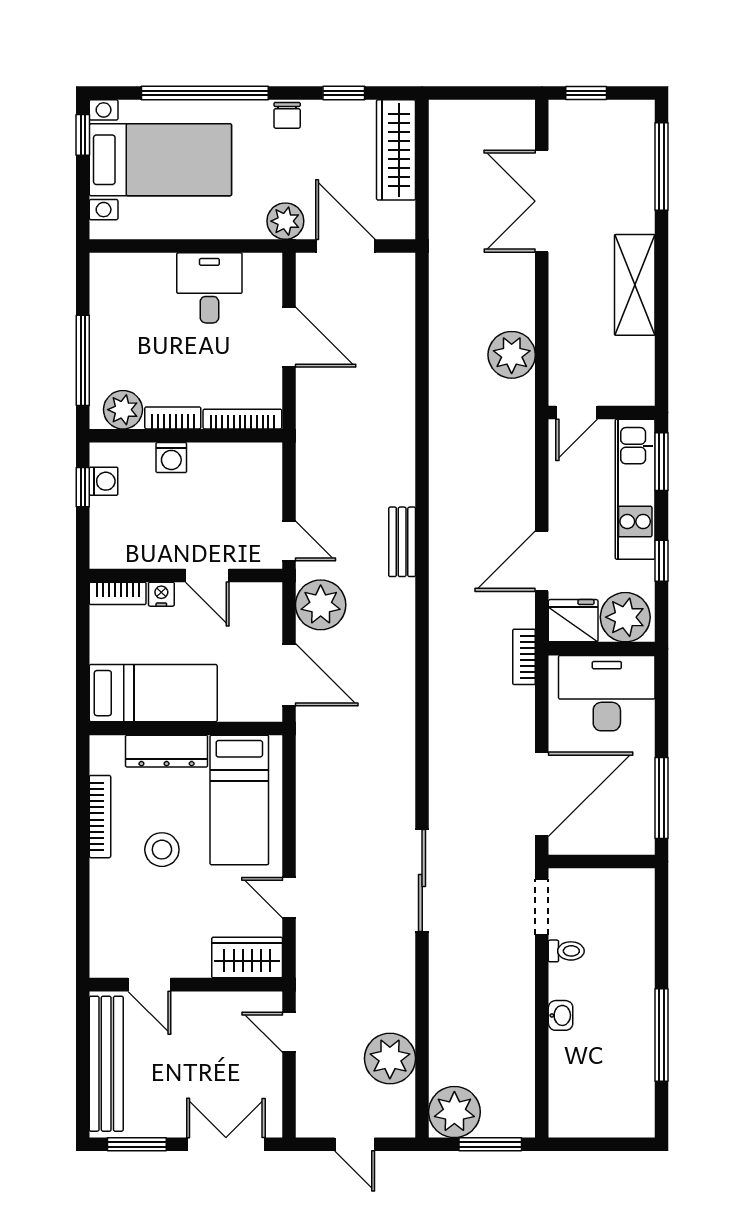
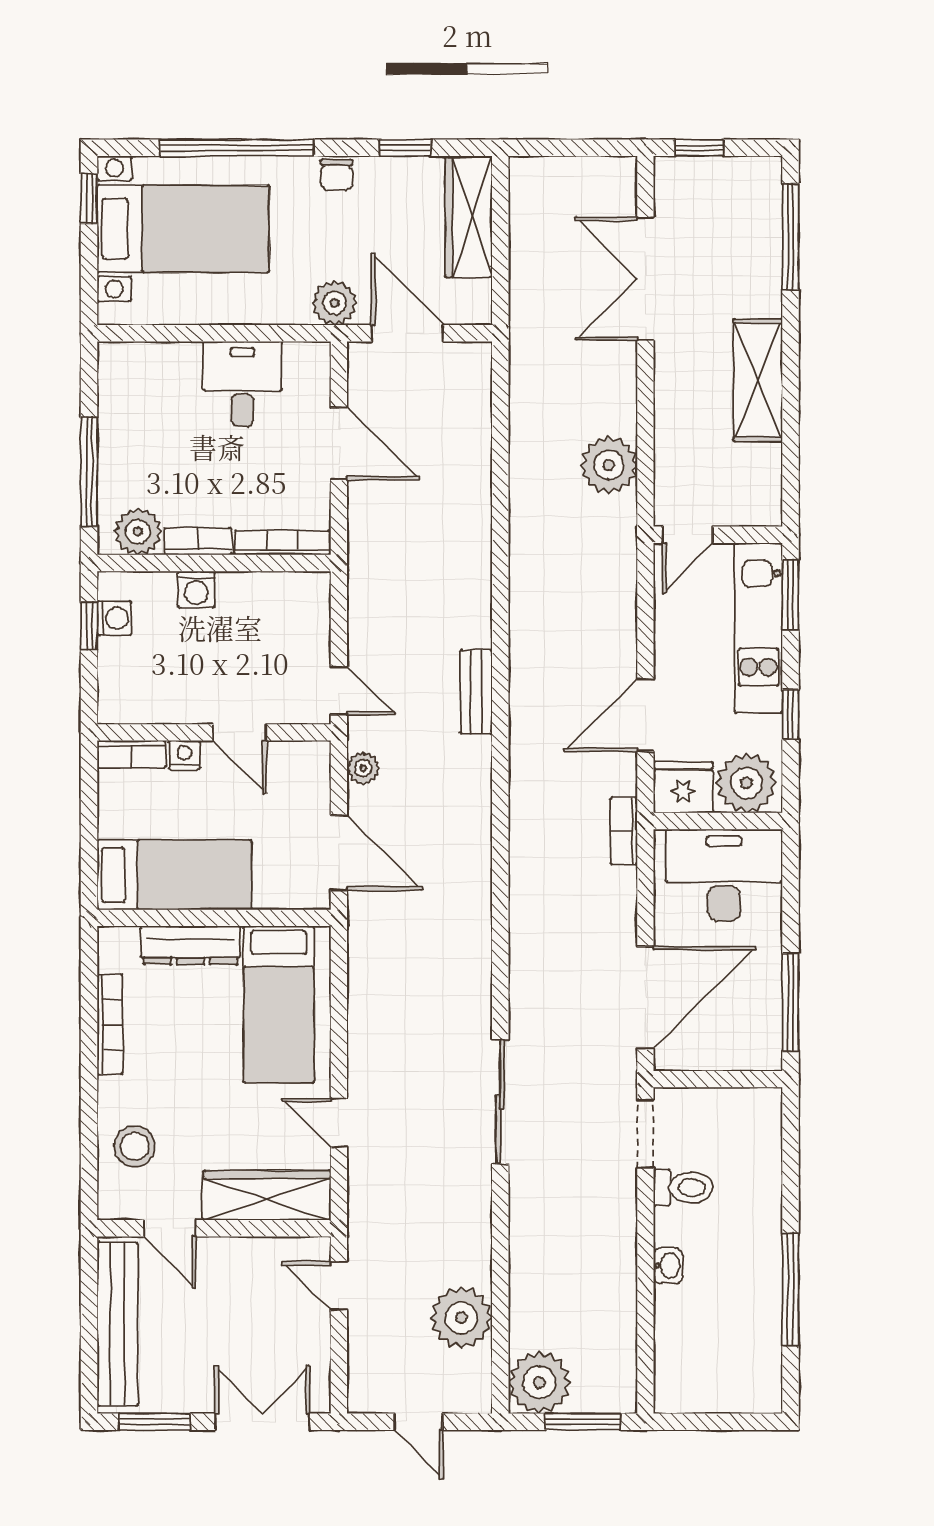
plant: (321, 605) -> (363, 768), width x0.53, depth x0.53
stool: (162, 850) -> (134, 1146), moved
toilet: (566, 951) -> (683, 1187), width x1.37, depth x1.39
wardrobe: (247, 958) -> (267, 1195), width x1.50

